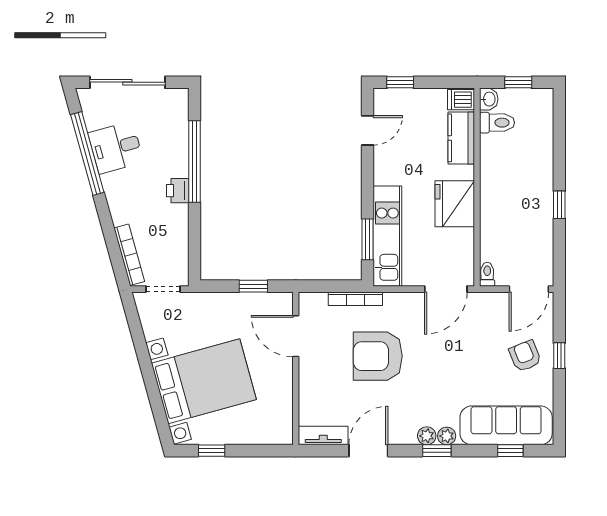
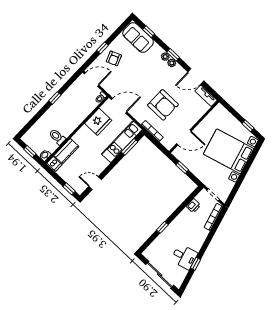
toilet: (497, 123) -> (57, 137), moved
window: (87, 154) -> (196, 264), width x0.32
window: (194, 161) -> (162, 227), width x0.32
printer: (178, 191) -> (194, 206), moved
fridge: (455, 204) -> (98, 122), moved
door: (296, 336) -> (184, 137), hinge flipped
sofa: (506, 425) -> (138, 38), width x0.73

